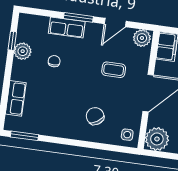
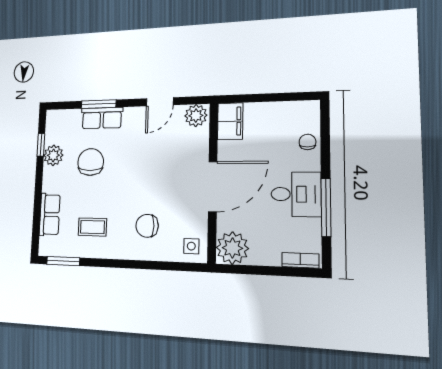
window: (78, 17) -> (99, 104), moved
chair: (54, 61) -> (91, 162), width x1.87, depth x1.87
coffee table: (114, 70) -> (92, 227), moved
chair: (95, 116) -> (147, 226), turned -57

